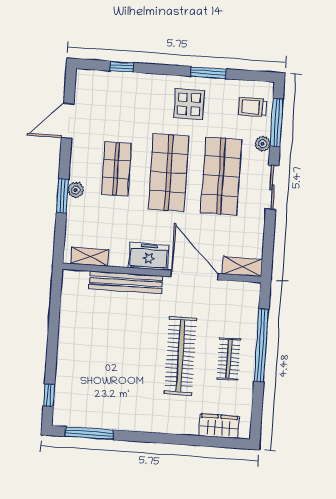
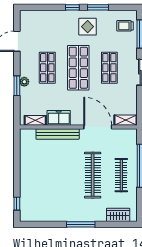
window: (122, 67) -> (72, 7), moved
plant: (263, 144) -> (133, 47), removed
shop shelf: (221, 176) -> (109, 68), width x0.70, depth x0.74
freezer: (149, 256) -> (59, 118), moved
clothes rail: (229, 359) -> (121, 175), width x1.36
window: (89, 433) -> (81, 224), moved

